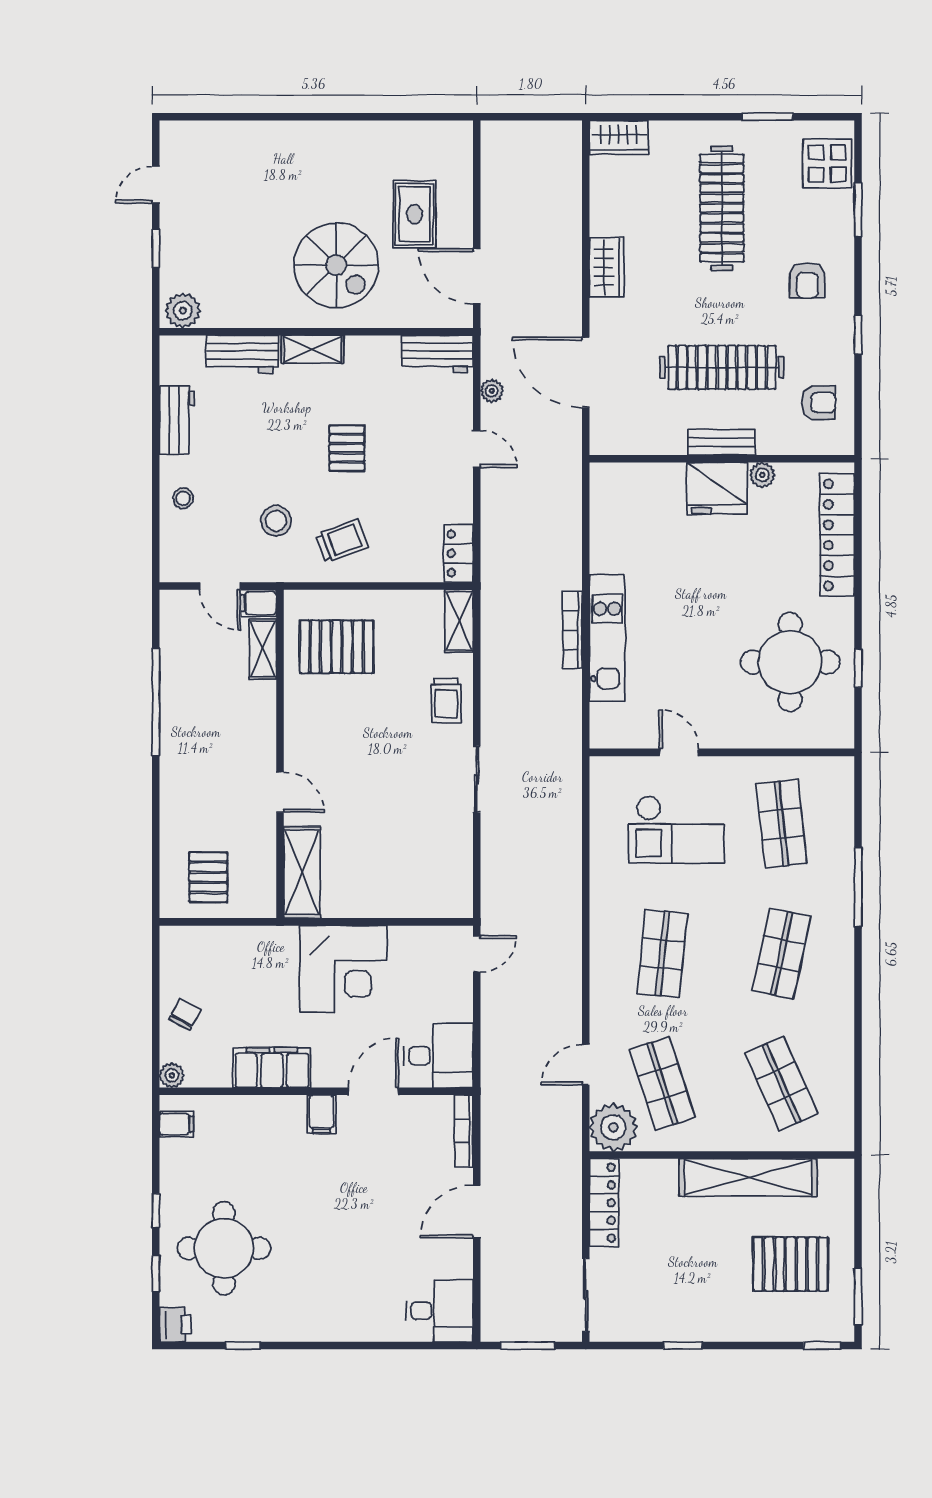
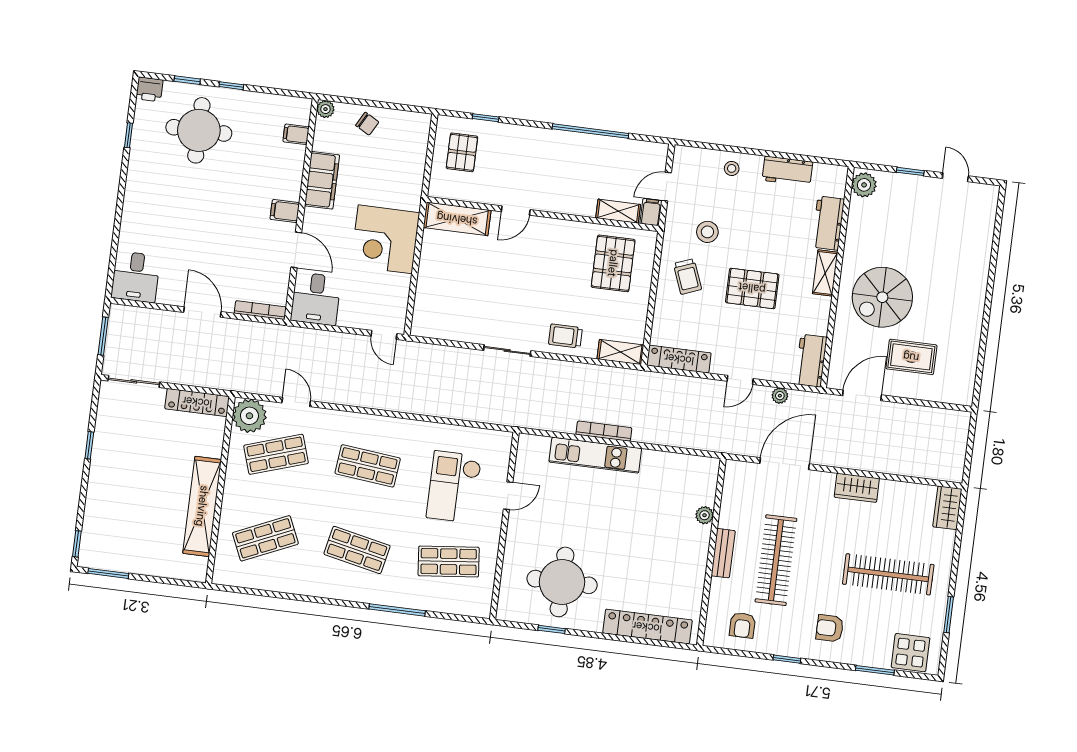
pallet: (347, 448) -> (752, 288), width x1.50, depth x1.42
plant: (762, 475) -> (704, 515), moved
fridge: (717, 488) -> (691, 546), removed
locker: (458, 553) -> (679, 359), width x1.53
window: (156, 850) -> (486, 118), added
pallet: (208, 877) -> (462, 152), turned 90
filing cabinet: (177, 1124) -> (296, 134), moved, turned 90
pallet: (791, 1264) -> (137, 529), removed

